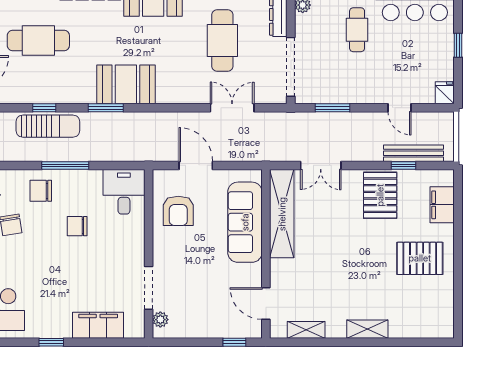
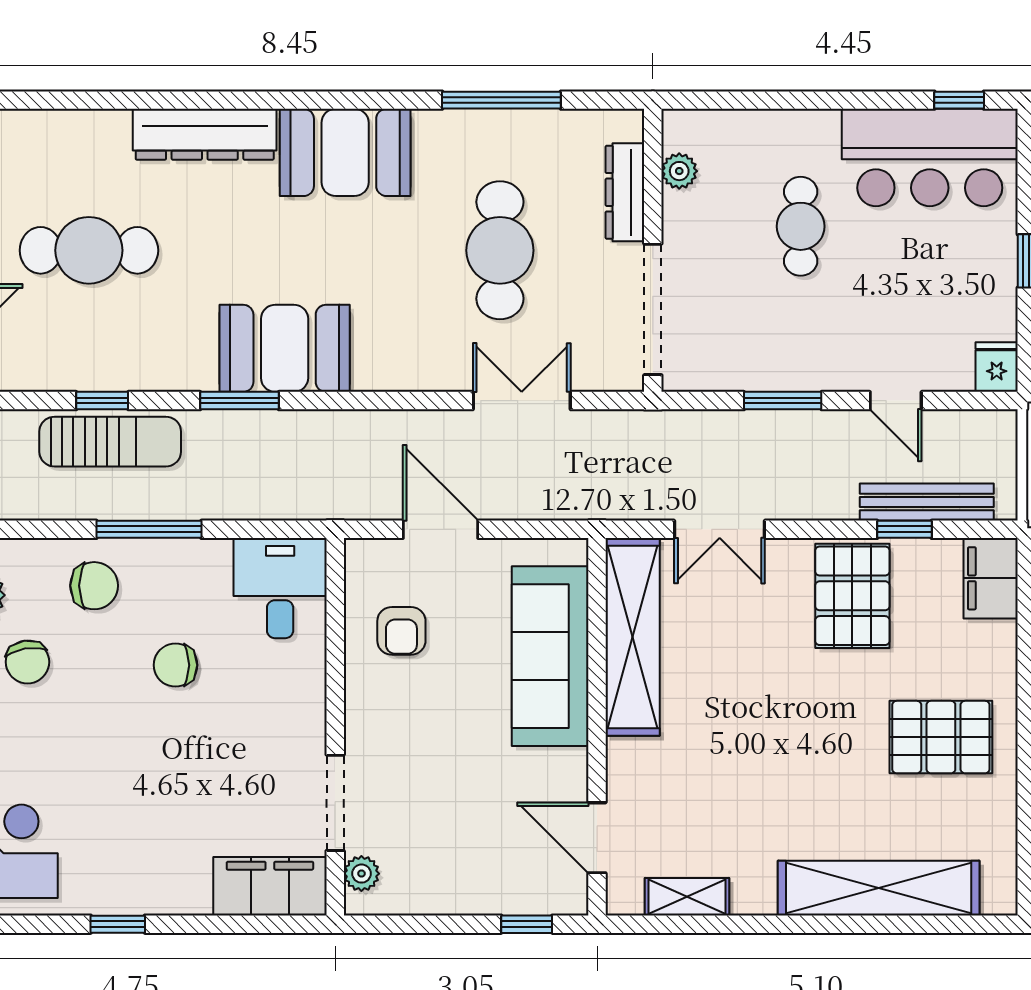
window: (332, 108) -> (783, 401), moved
chair: (41, 191) -> (94, 586), turned 180
filing cabinet: (442, 205) -> (991, 578), moved
armchair: (178, 211) -> (401, 631), width x0.72, depth x0.72
filing cabinet: (98, 325) -> (270, 886), moved
shelving: (367, 329) -> (879, 888), width x2.20, depth x1.33

